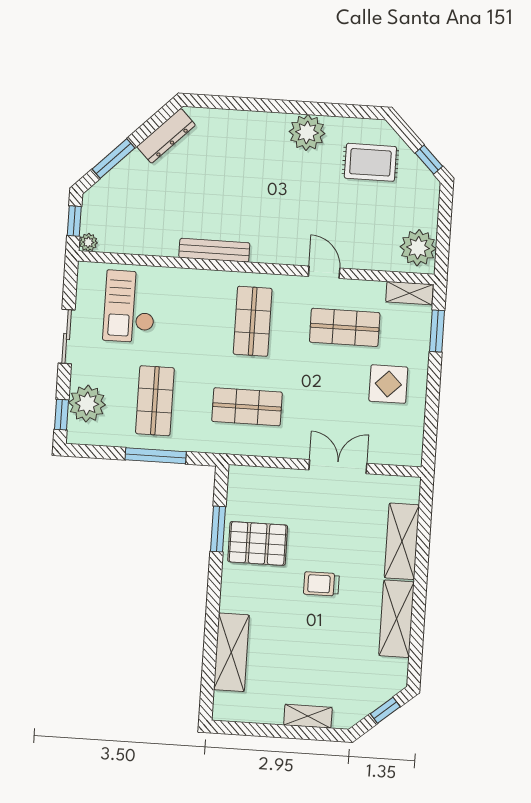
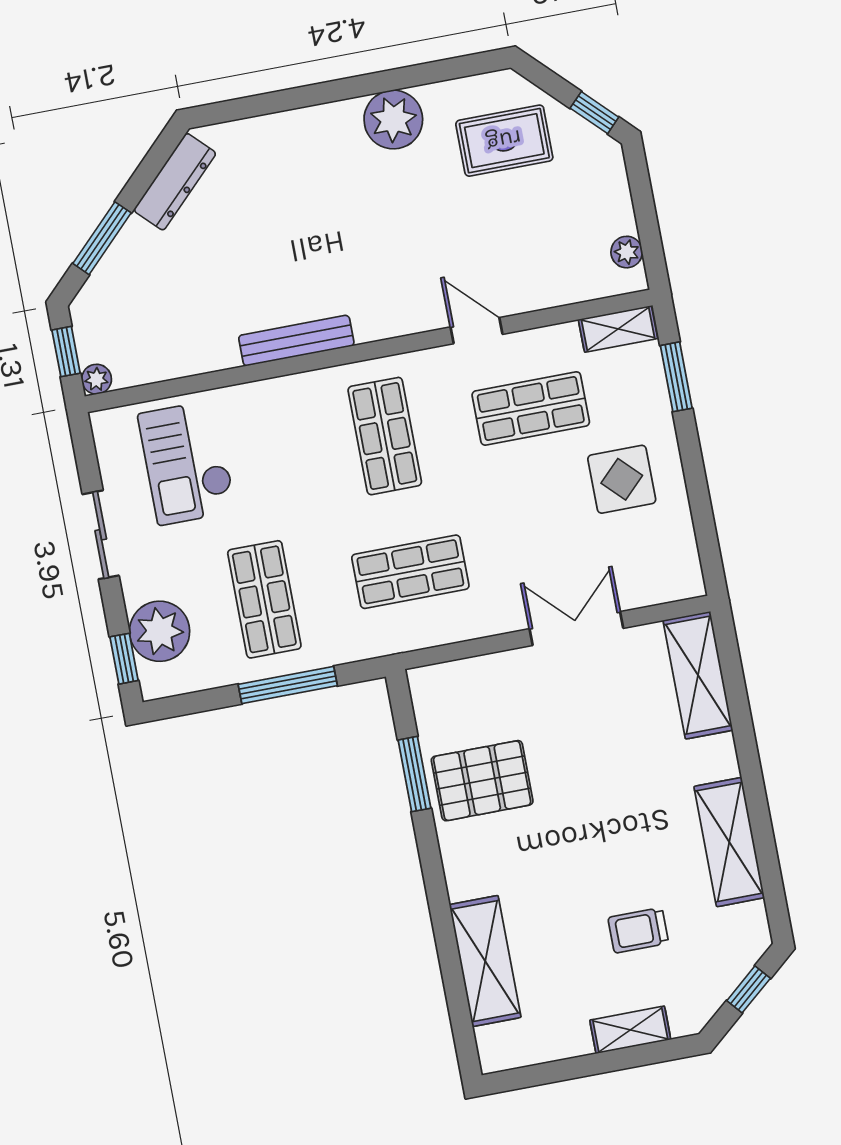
plant: (418, 248) -> (627, 252), width x0.53, depth x0.53
shelving: (402, 541) -> (698, 675), moved
trolley: (321, 584) -> (638, 930), moved

